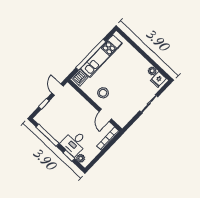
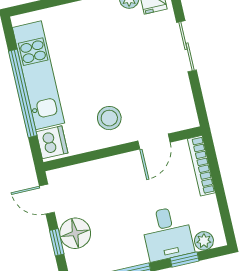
floor lamp: (52, 109) -> (75, 233), added
door: (105, 115) -> (154, 142), hinge flipped

